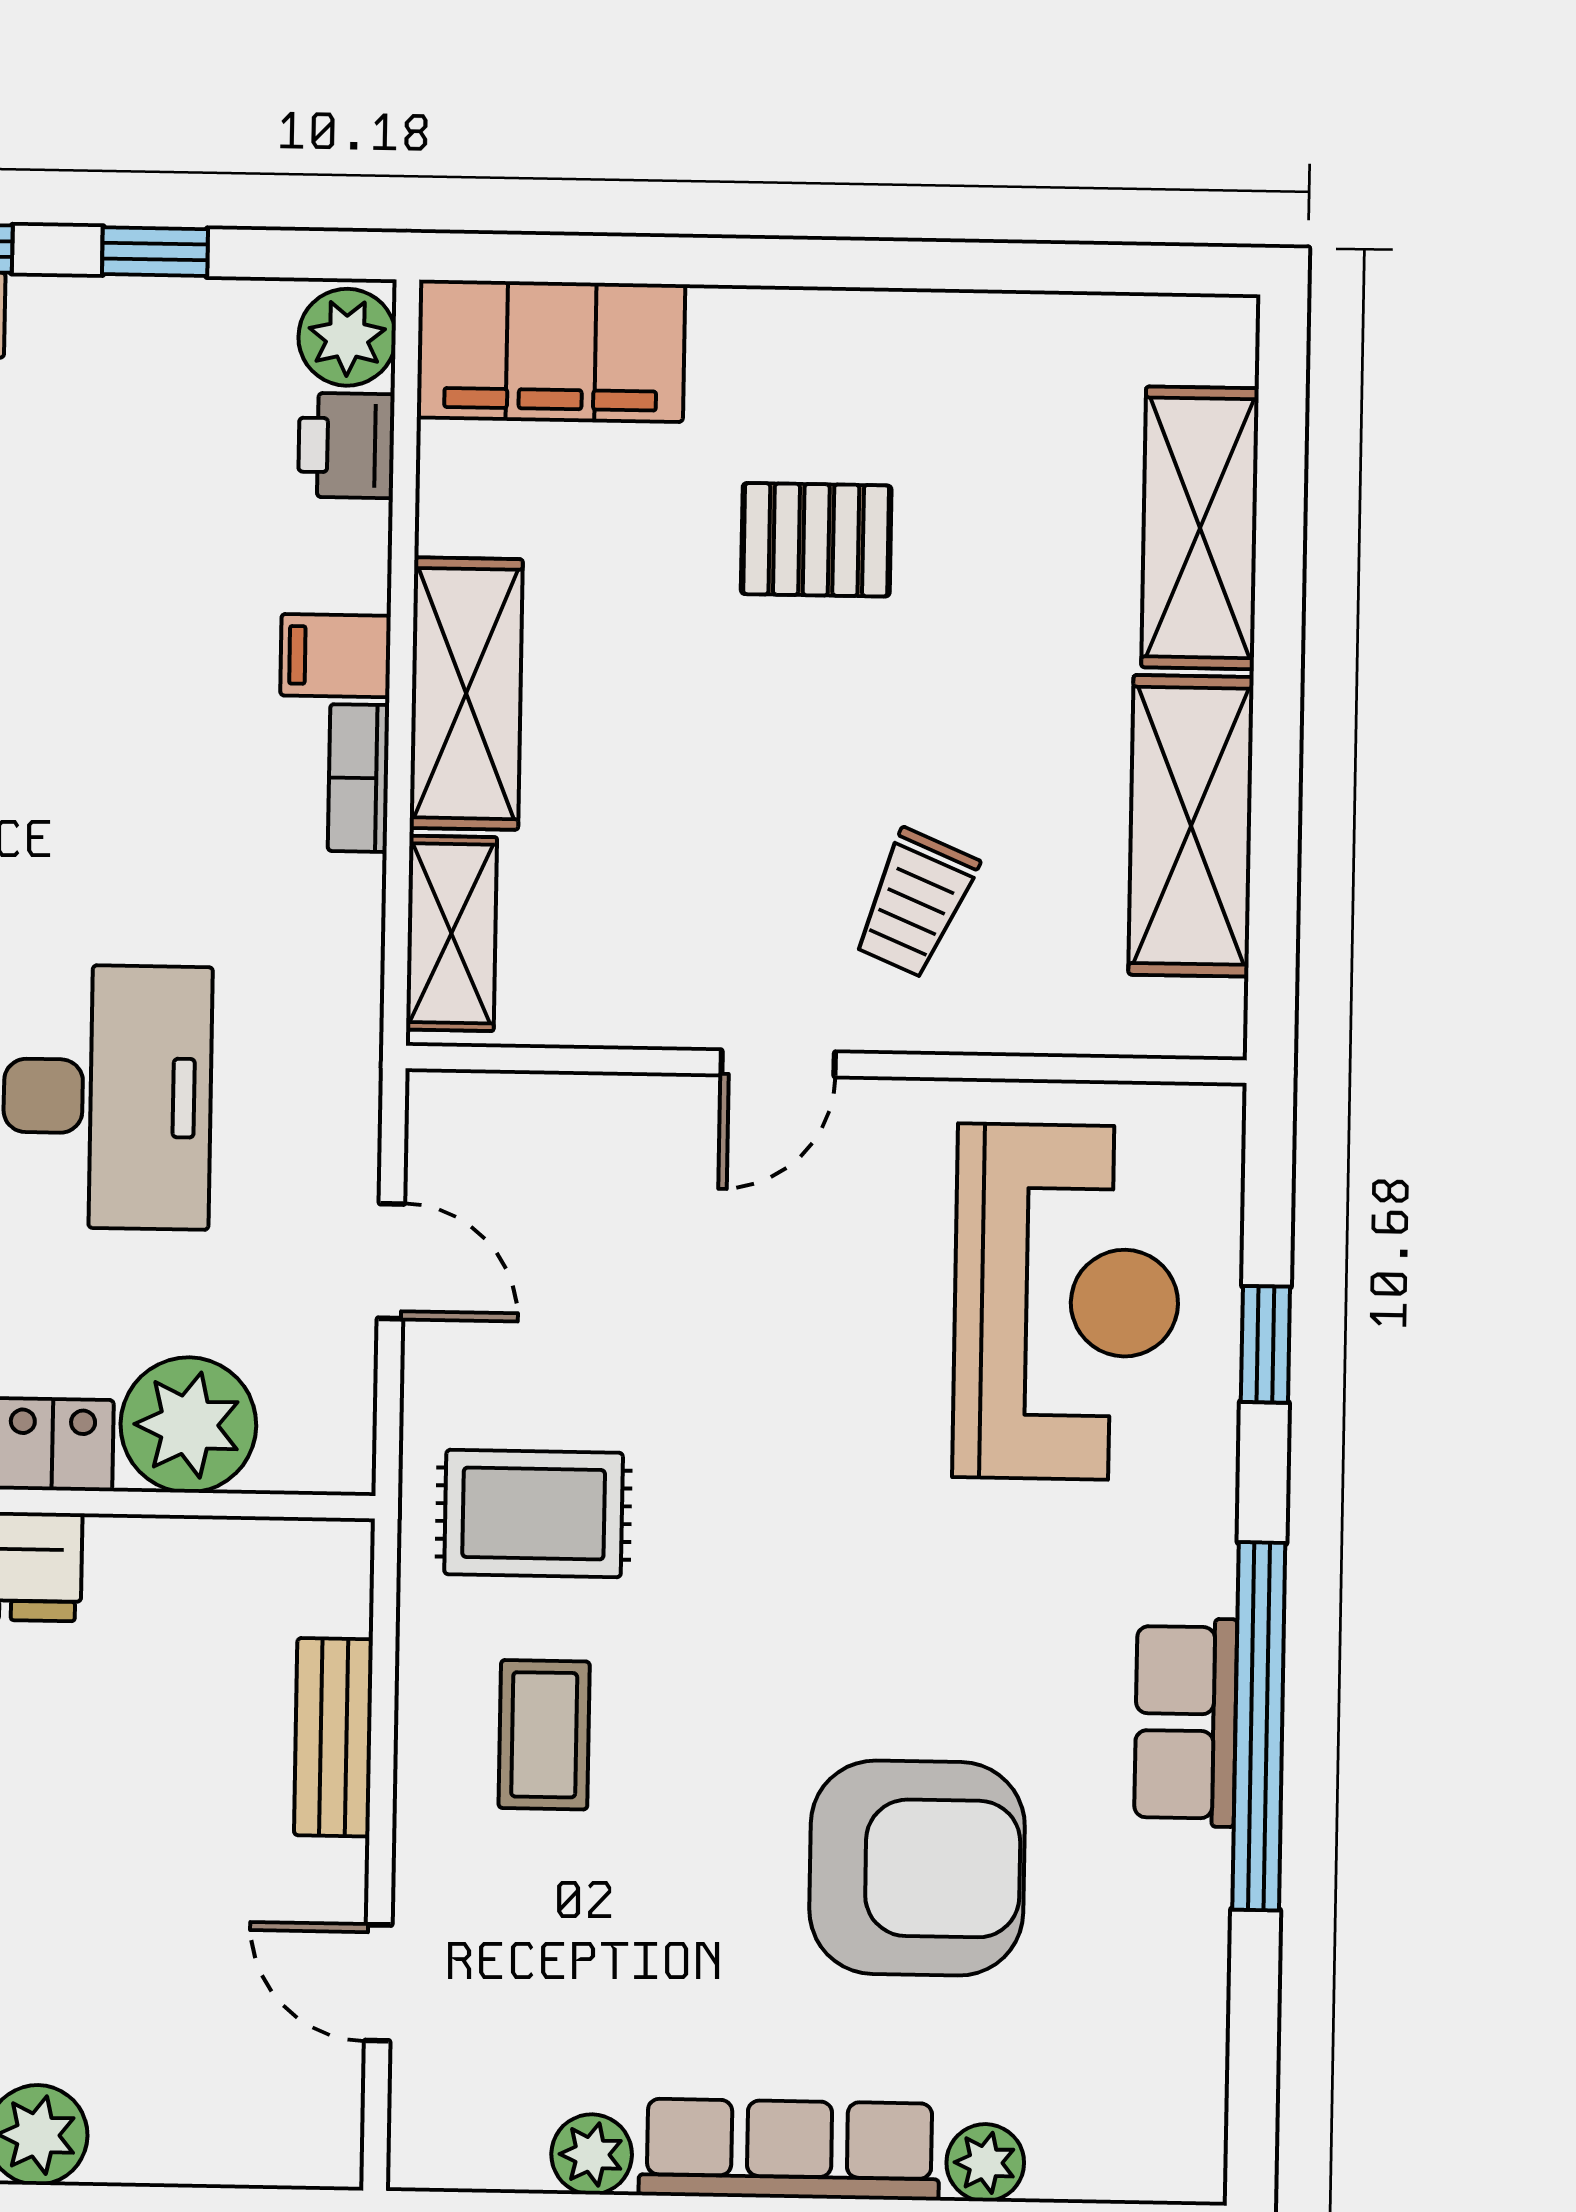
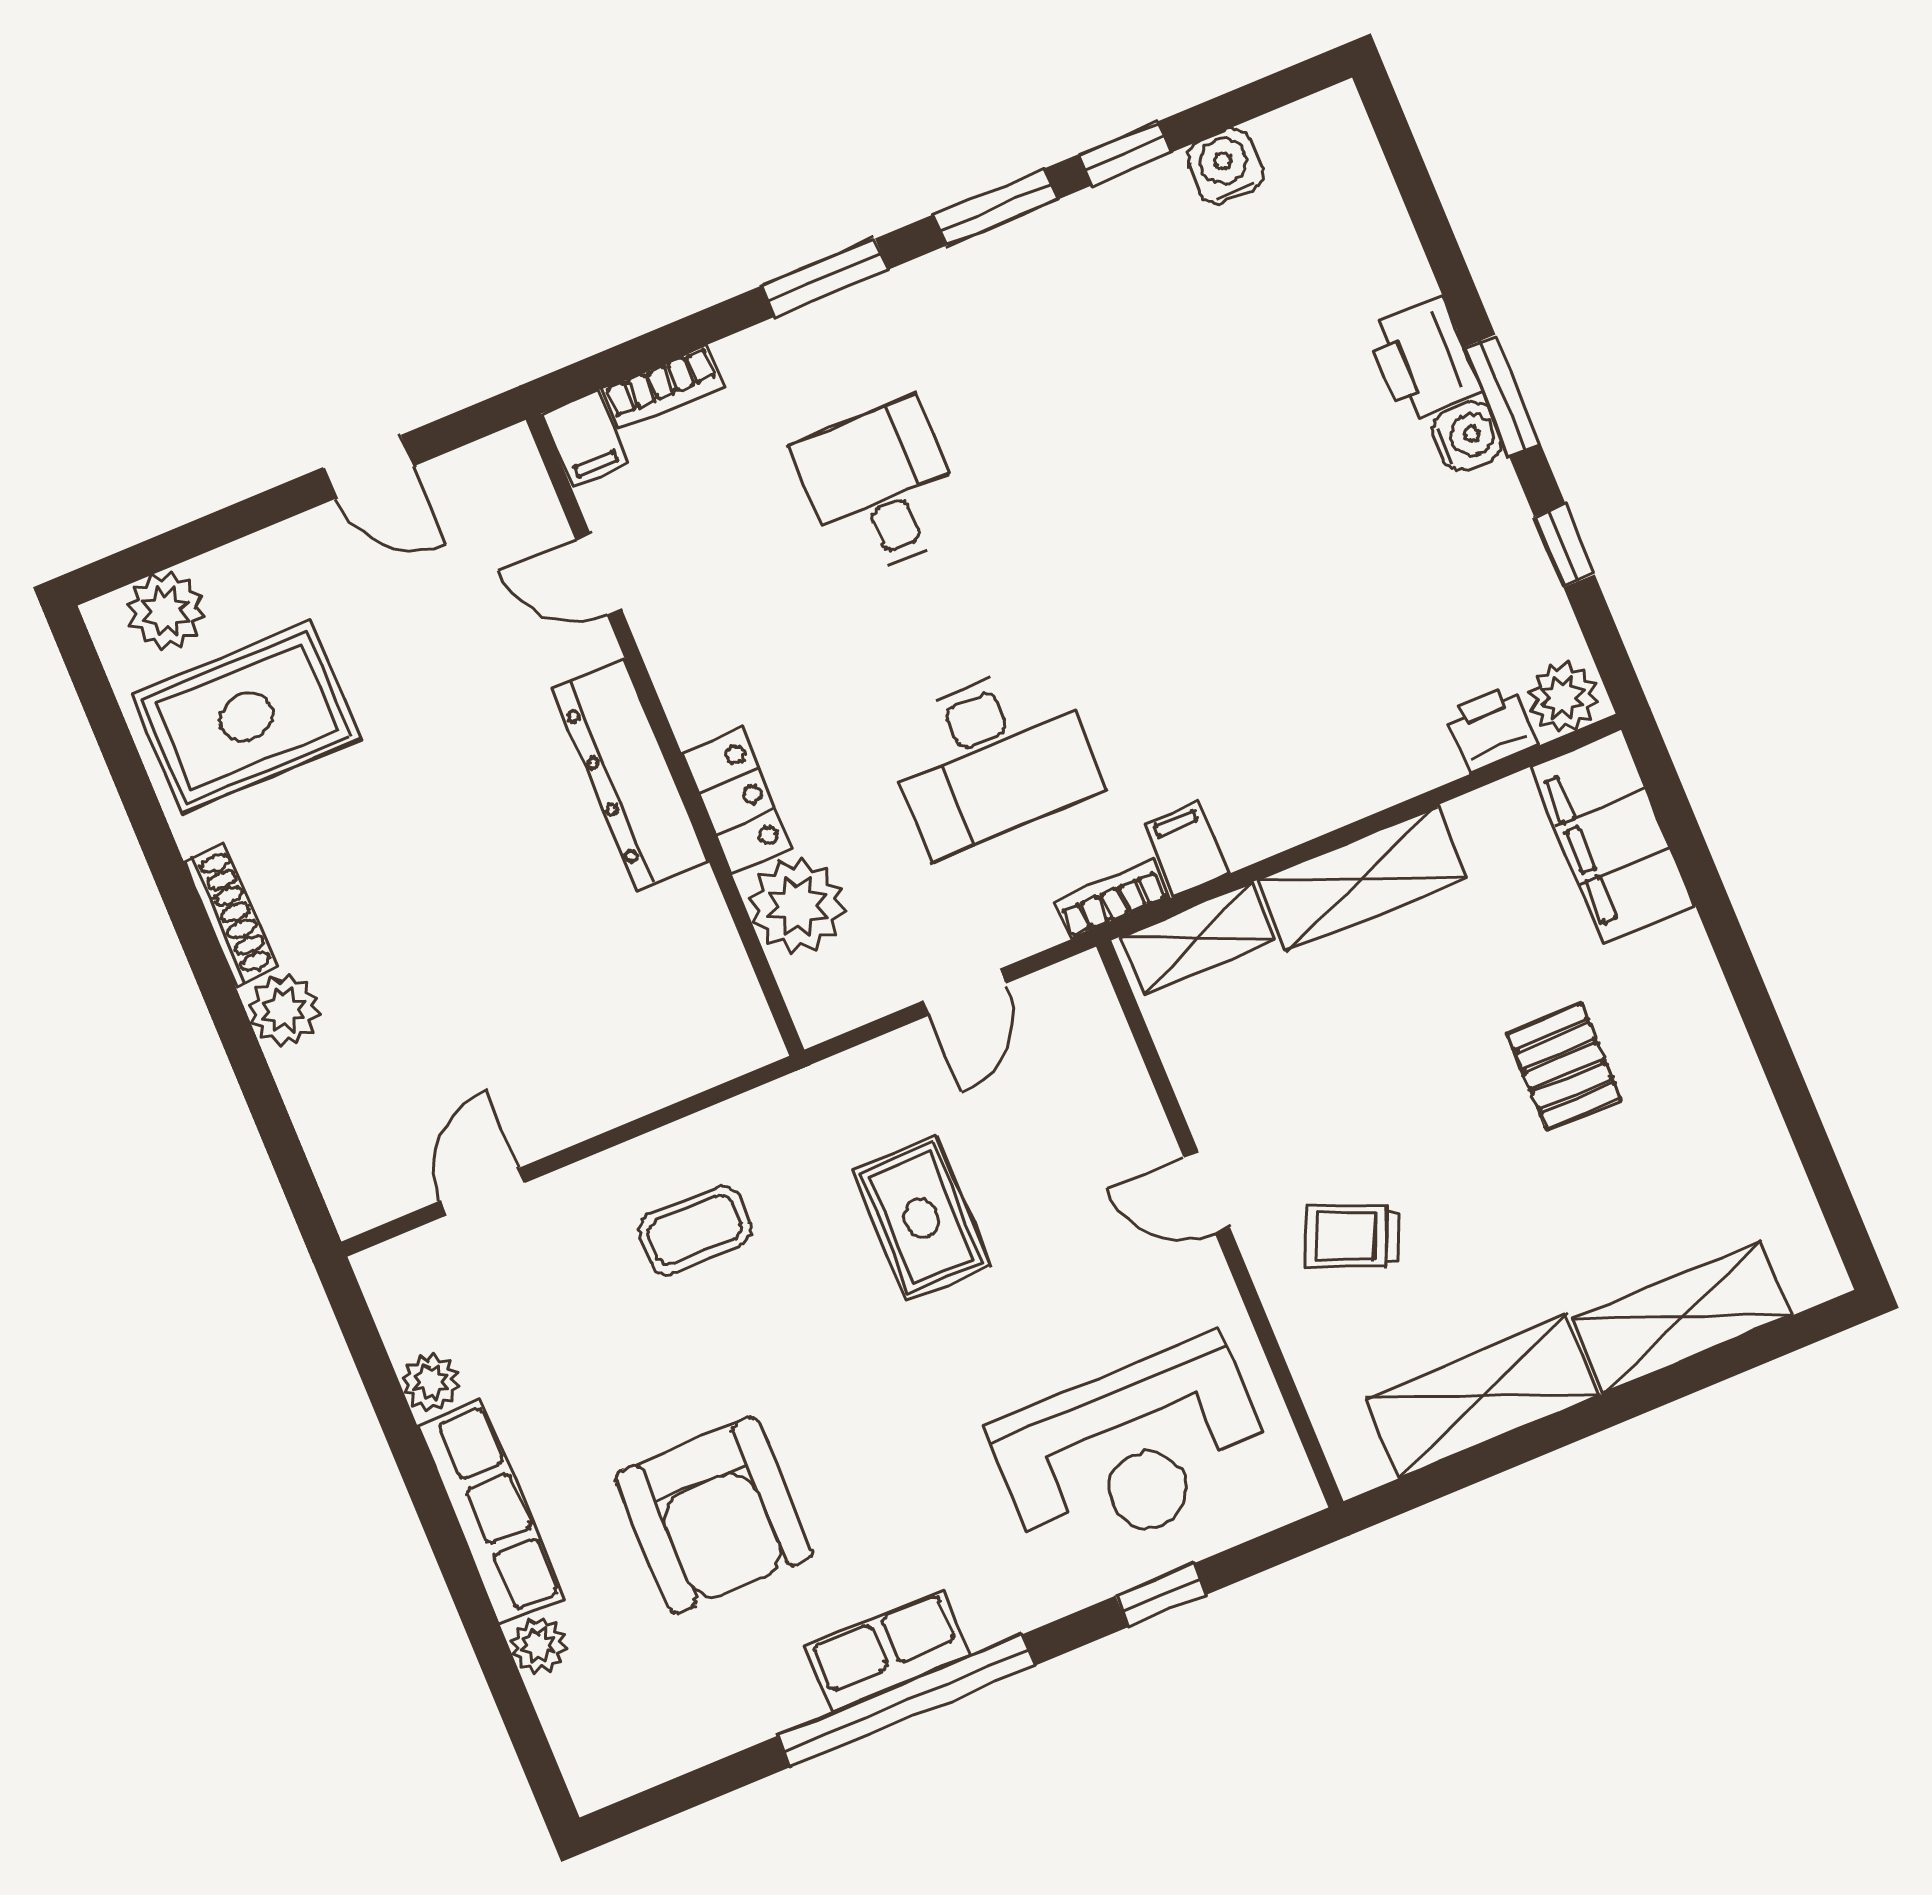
filing cabinet: (336, 656) -> (1186, 849), moved
bookcase: (359, 778) -> (1112, 899), moved
rug: (534, 1514) -> (921, 1218), moved
bench: (334, 1737) -> (633, 1091), removed

